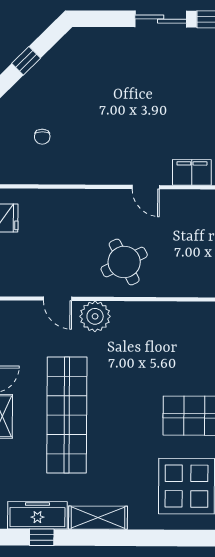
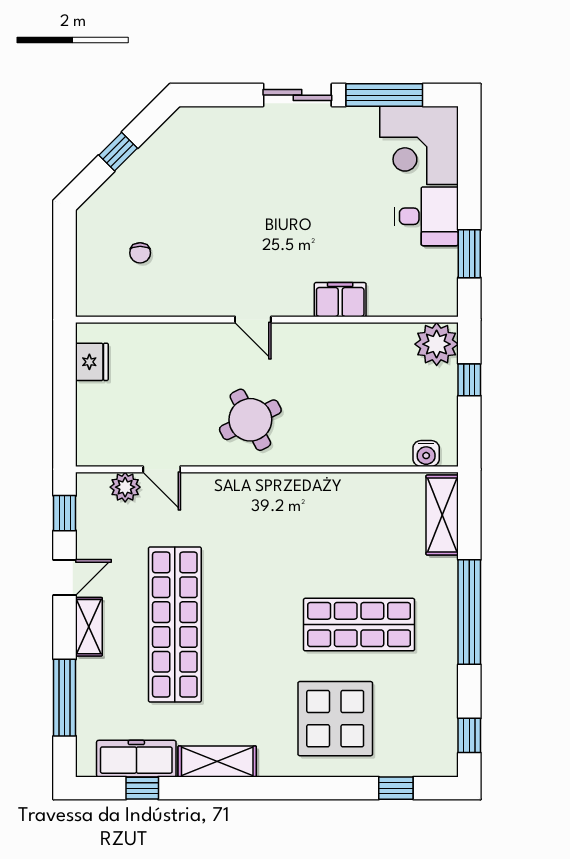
door: (146, 187) -> (253, 320), moved
plant: (95, 316) -> (125, 487), moved, width x0.73, depth x0.73

